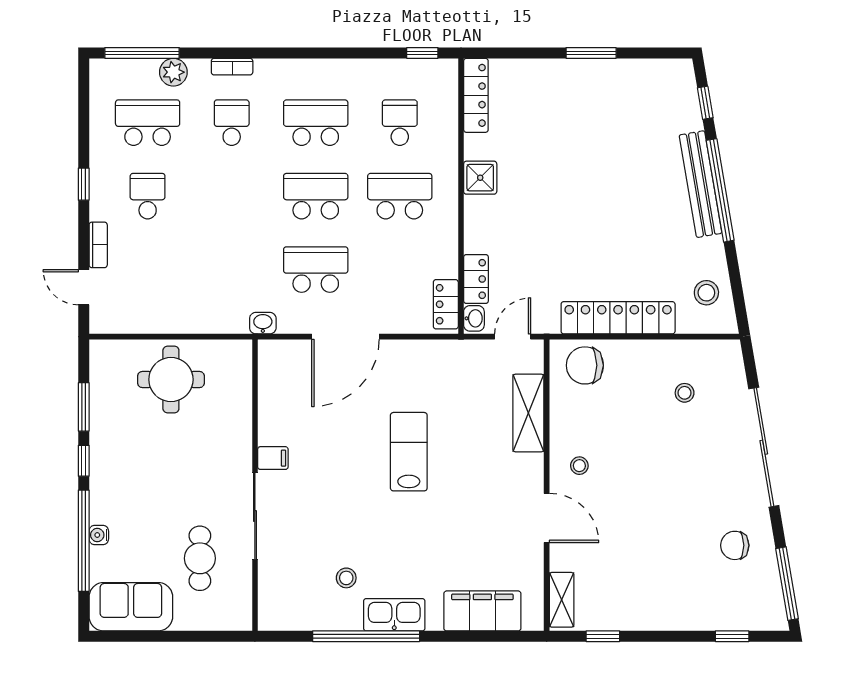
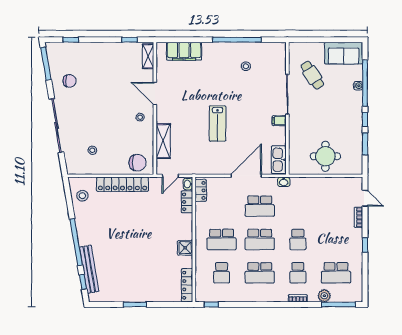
bench: (701, 184) -> (89, 269), moved
school desk: (148, 196) -> (298, 239), moved
cafe table: (200, 558) -> (312, 75), turned -33
kitchen sink: (394, 615) -> (279, 160), moved, turned 90

